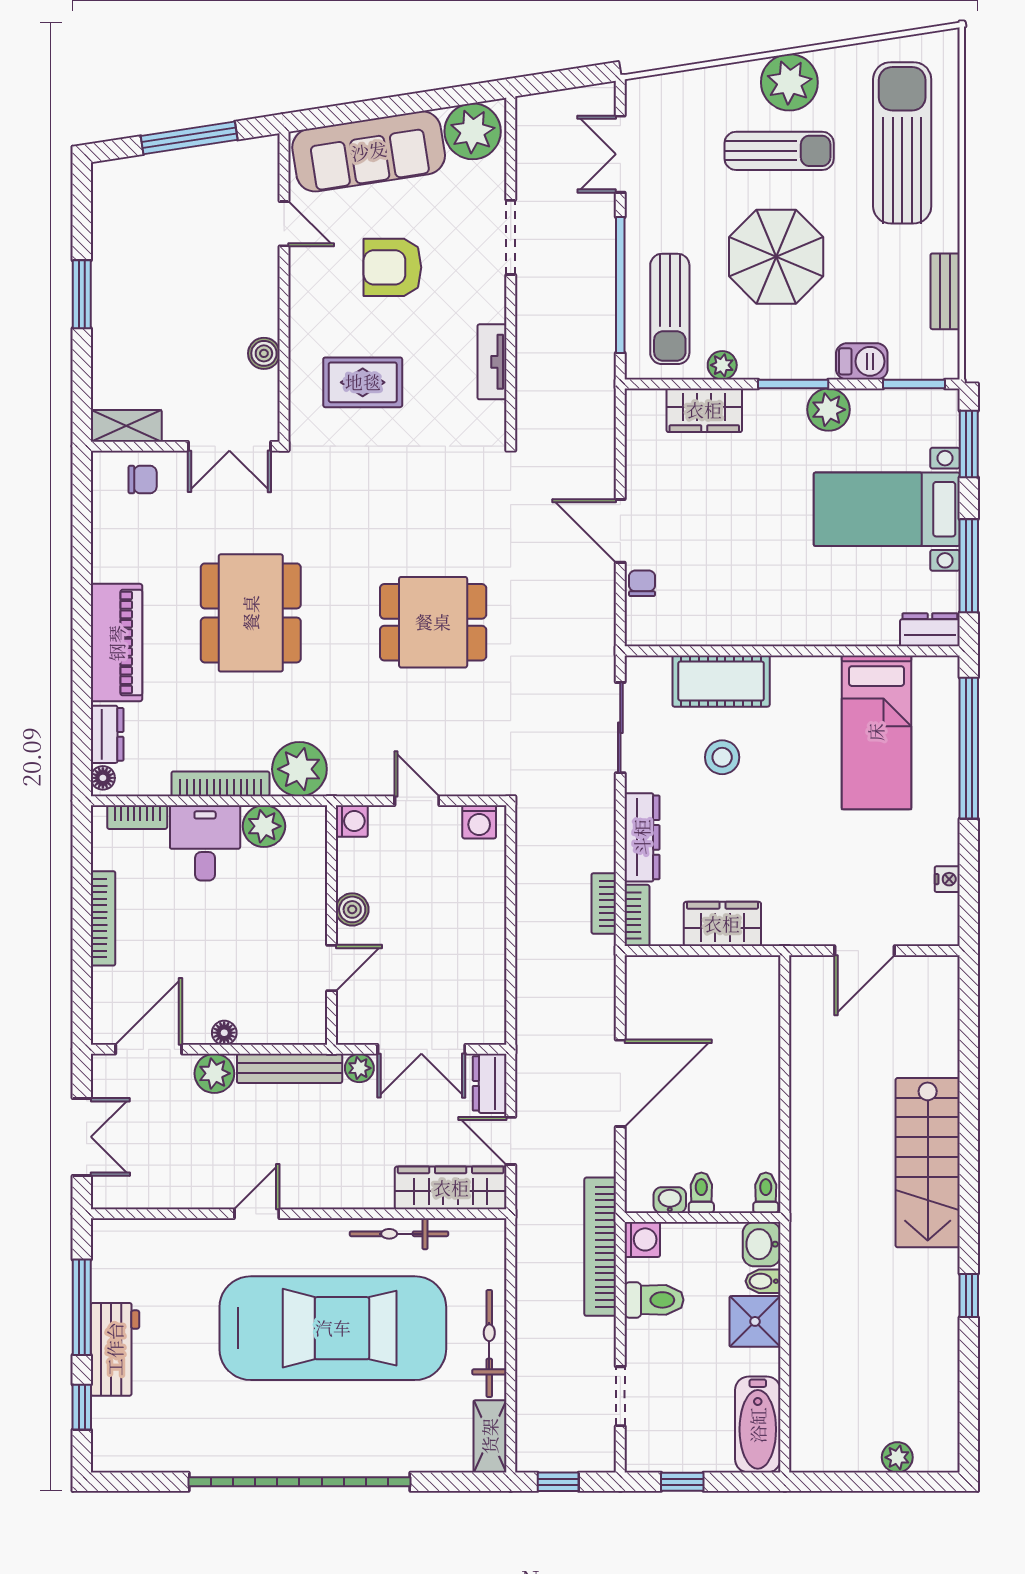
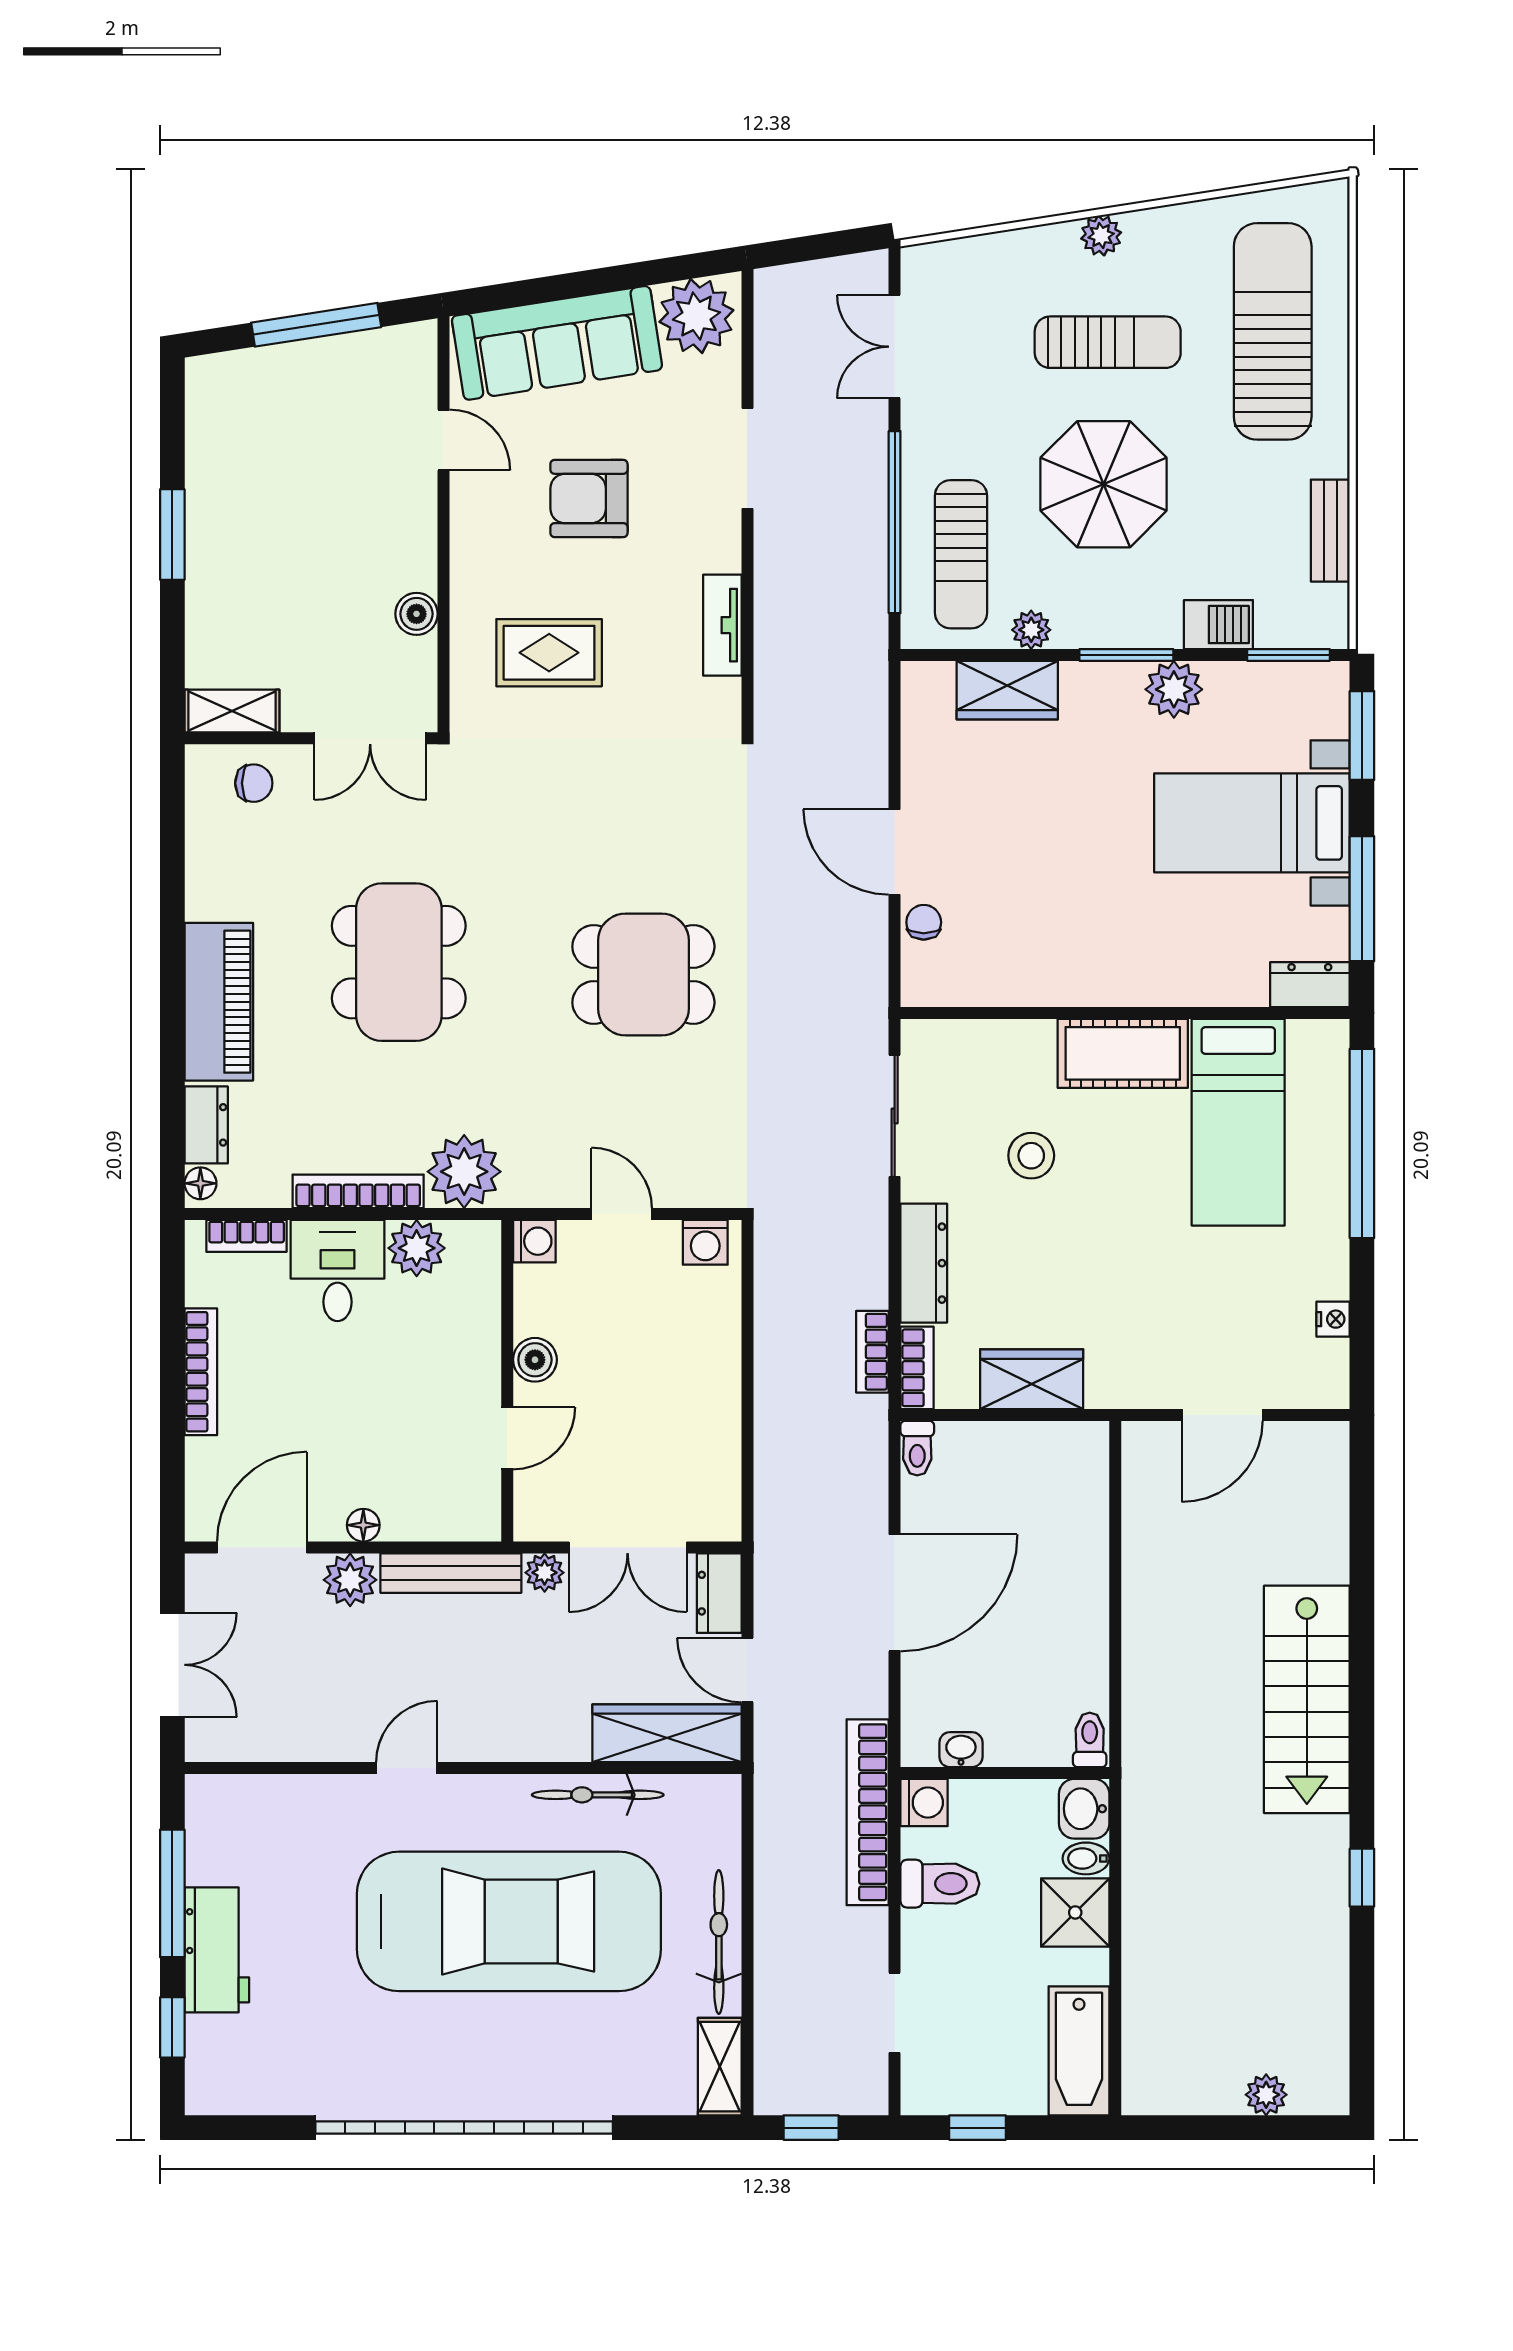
plant: (789, 82) -> (1101, 236), width x0.53, depth x0.53
cot: (721, 681) -> (1123, 1053), moved
toilet: (701, 1193) -> (917, 1448), moved, turned 180

